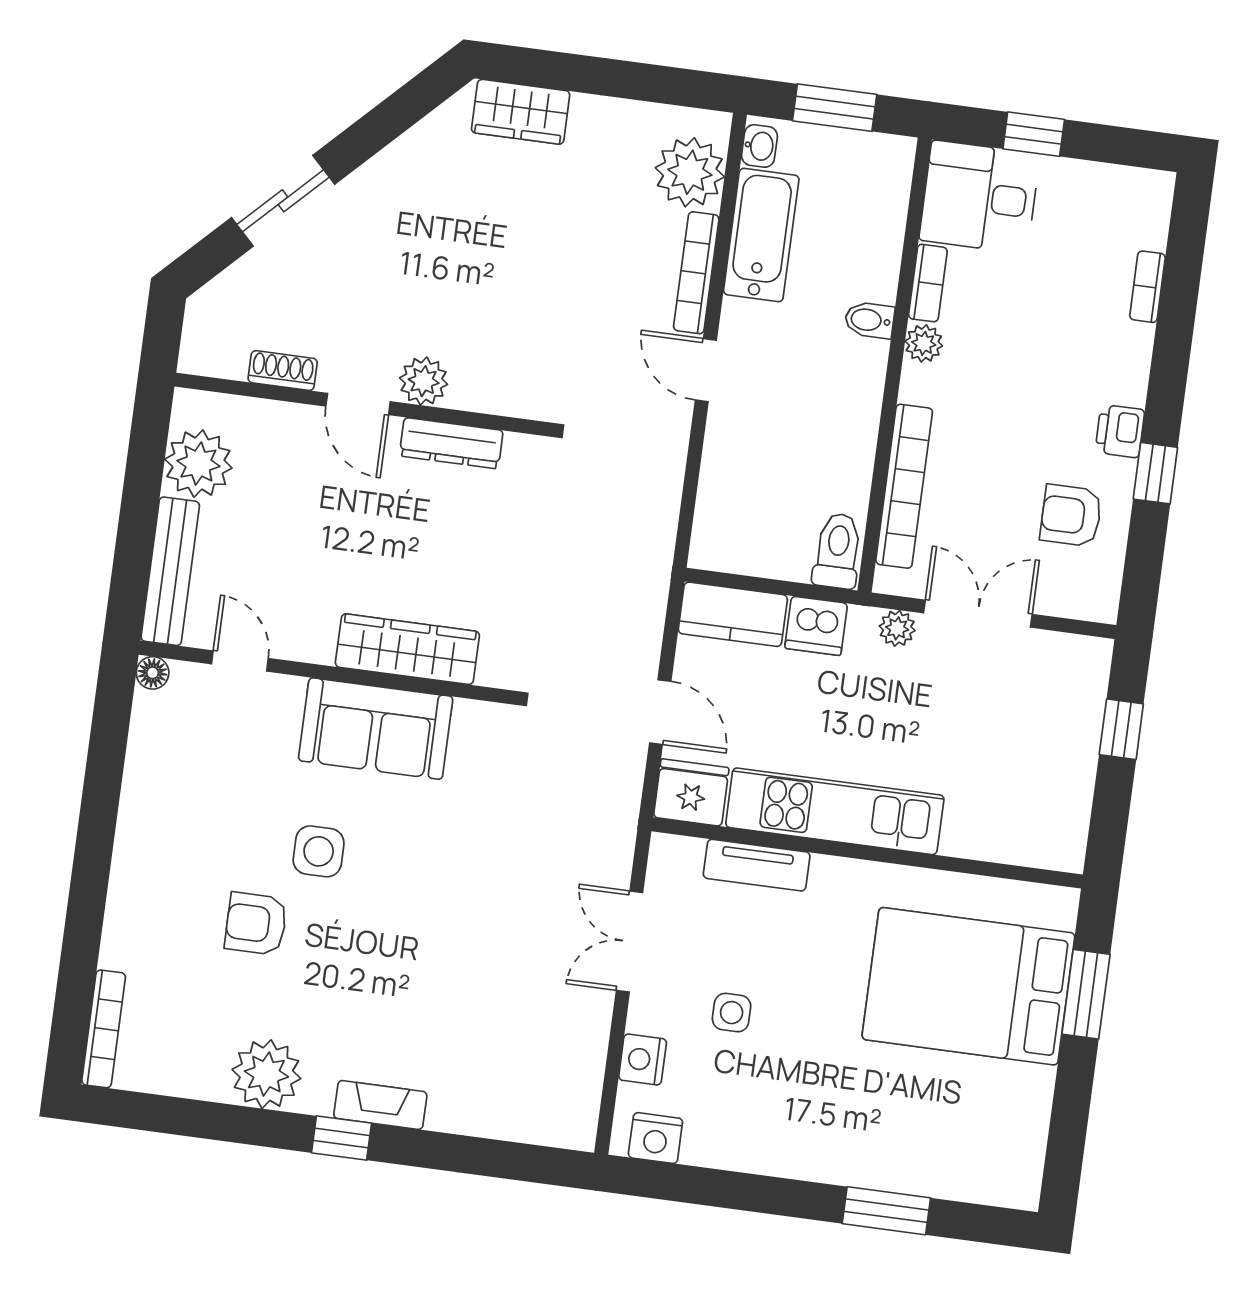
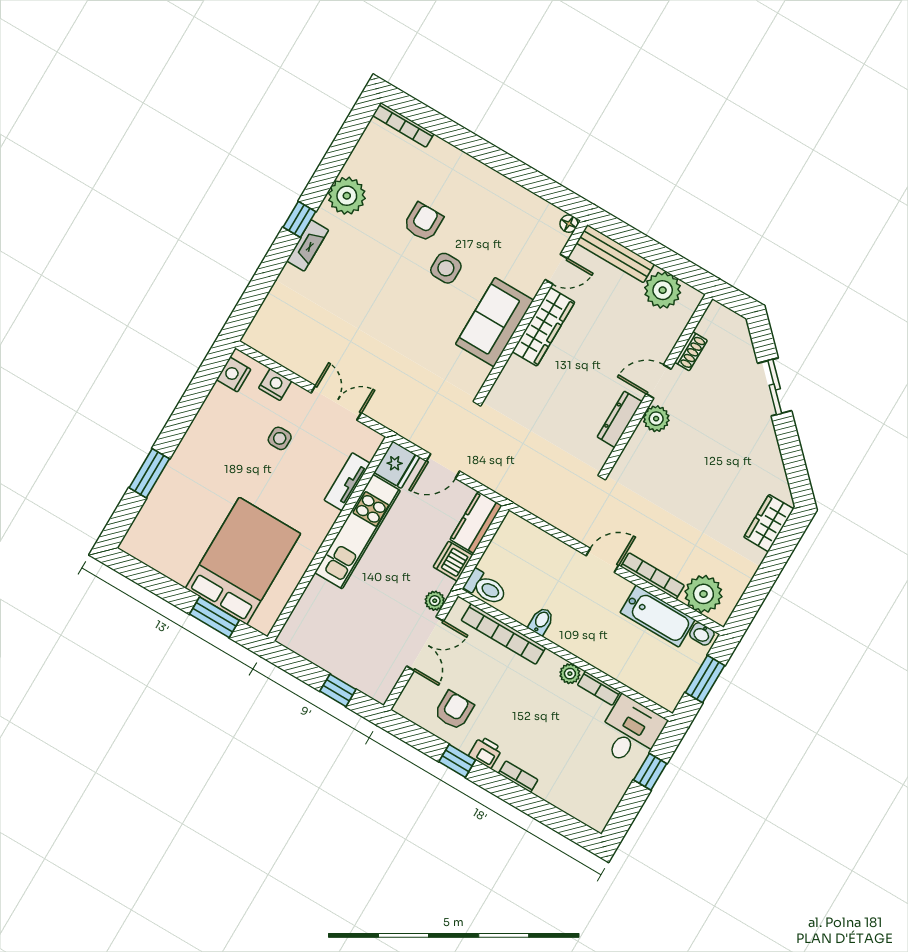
bookcase: (1147, 287) -> (518, 777), moved
bidet: (869, 320) -> (541, 621), moved
wardrobe: (407, 649) -> (543, 327), moved

